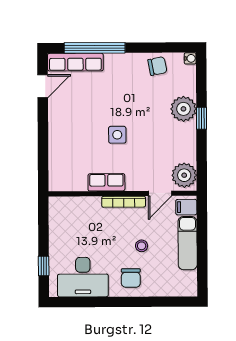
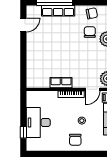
row of seats: (75, 62) -> (58, 11), moved
chair: (154, 97) -> (90, 32), added
side table: (117, 135) -> (68, 54), removed
desk: (83, 277) -> (38, 122), moved, turned 90

